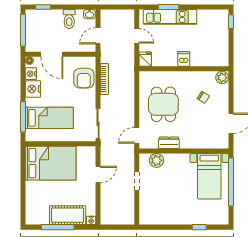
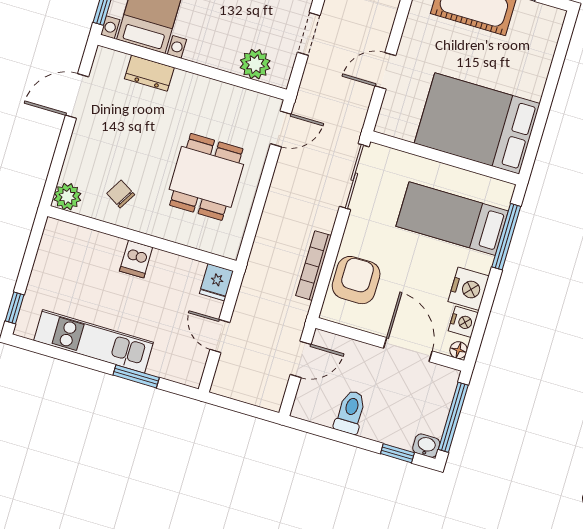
washbasin: (89, 14) -> (426, 446), moved
kitchen unit: (170, 17) -> (94, 341), moved
chair: (203, 97) -> (121, 194), moved
dresser: (169, 143) -> (149, 73), moved

